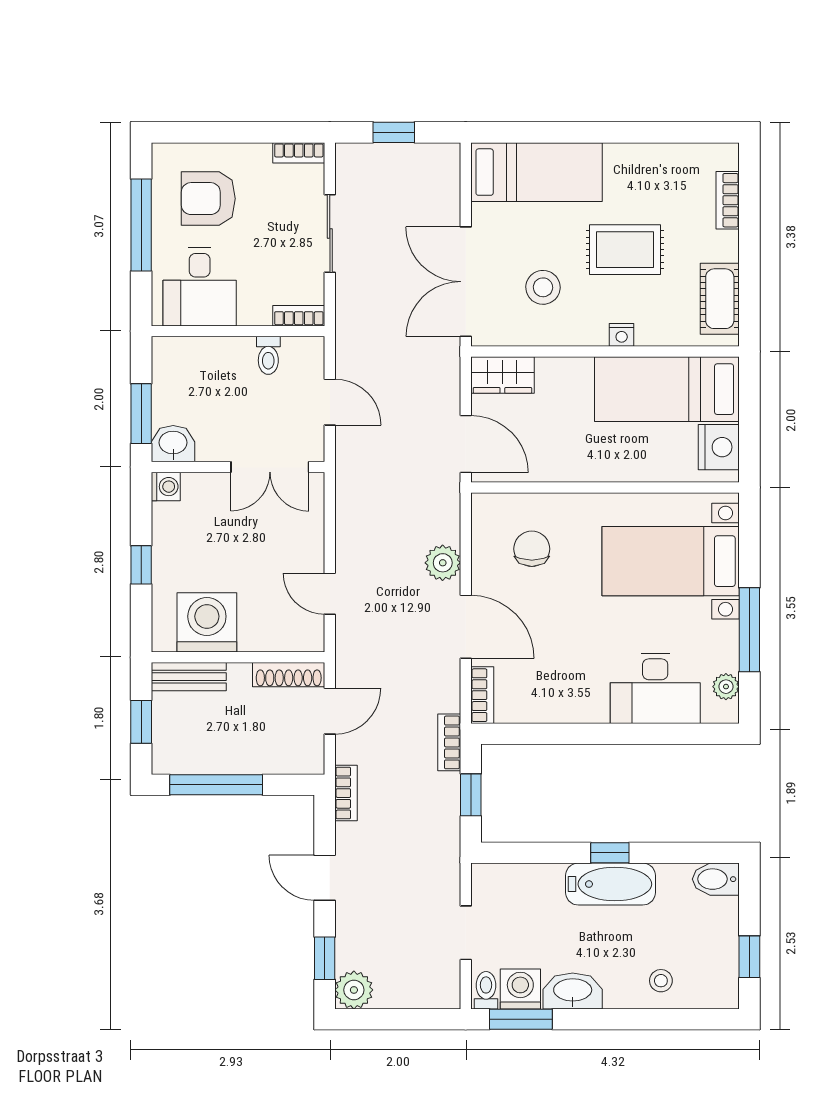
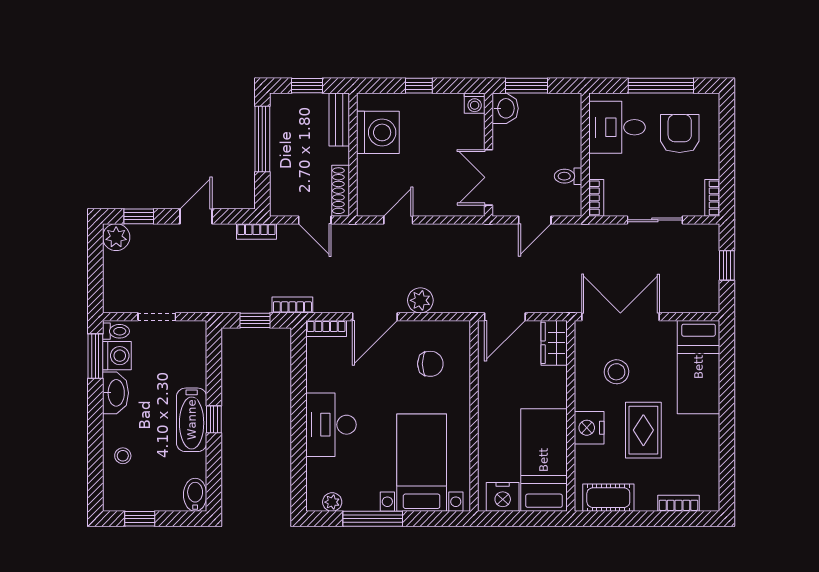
nightstand: (622, 335) -> (589, 428), width x1.89, depth x1.79
desk: (655, 688) -> (331, 425), moved

